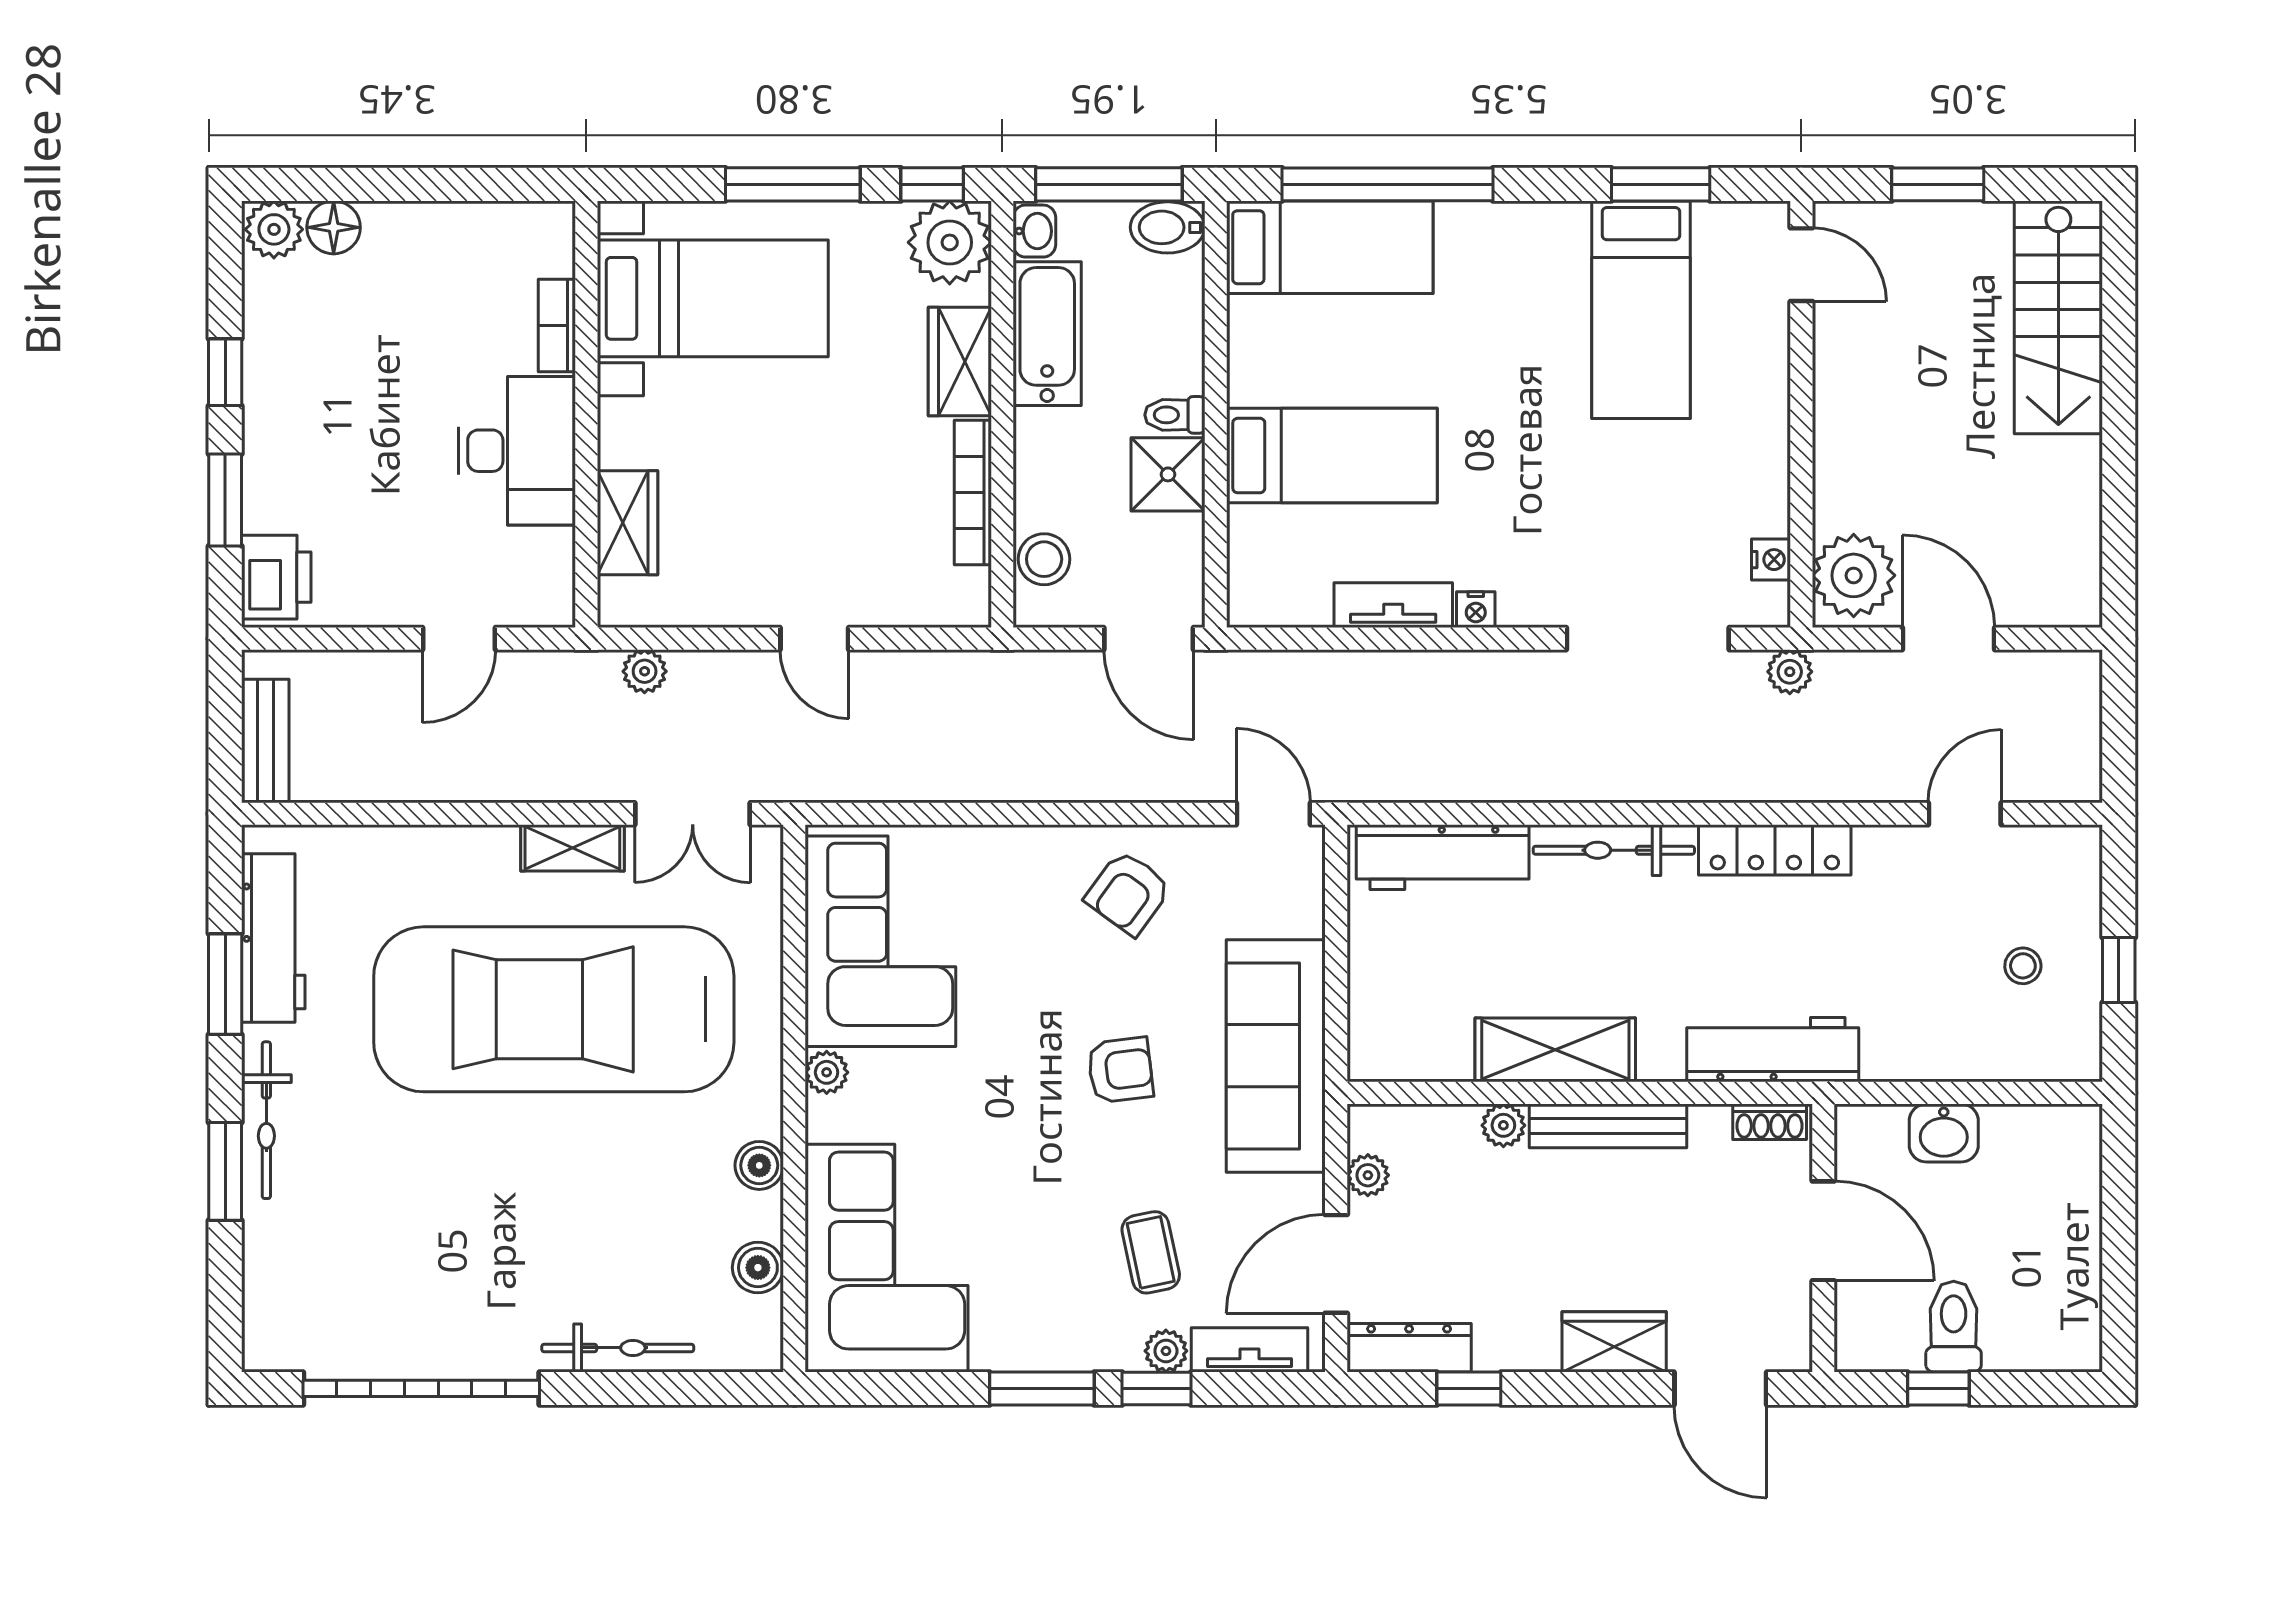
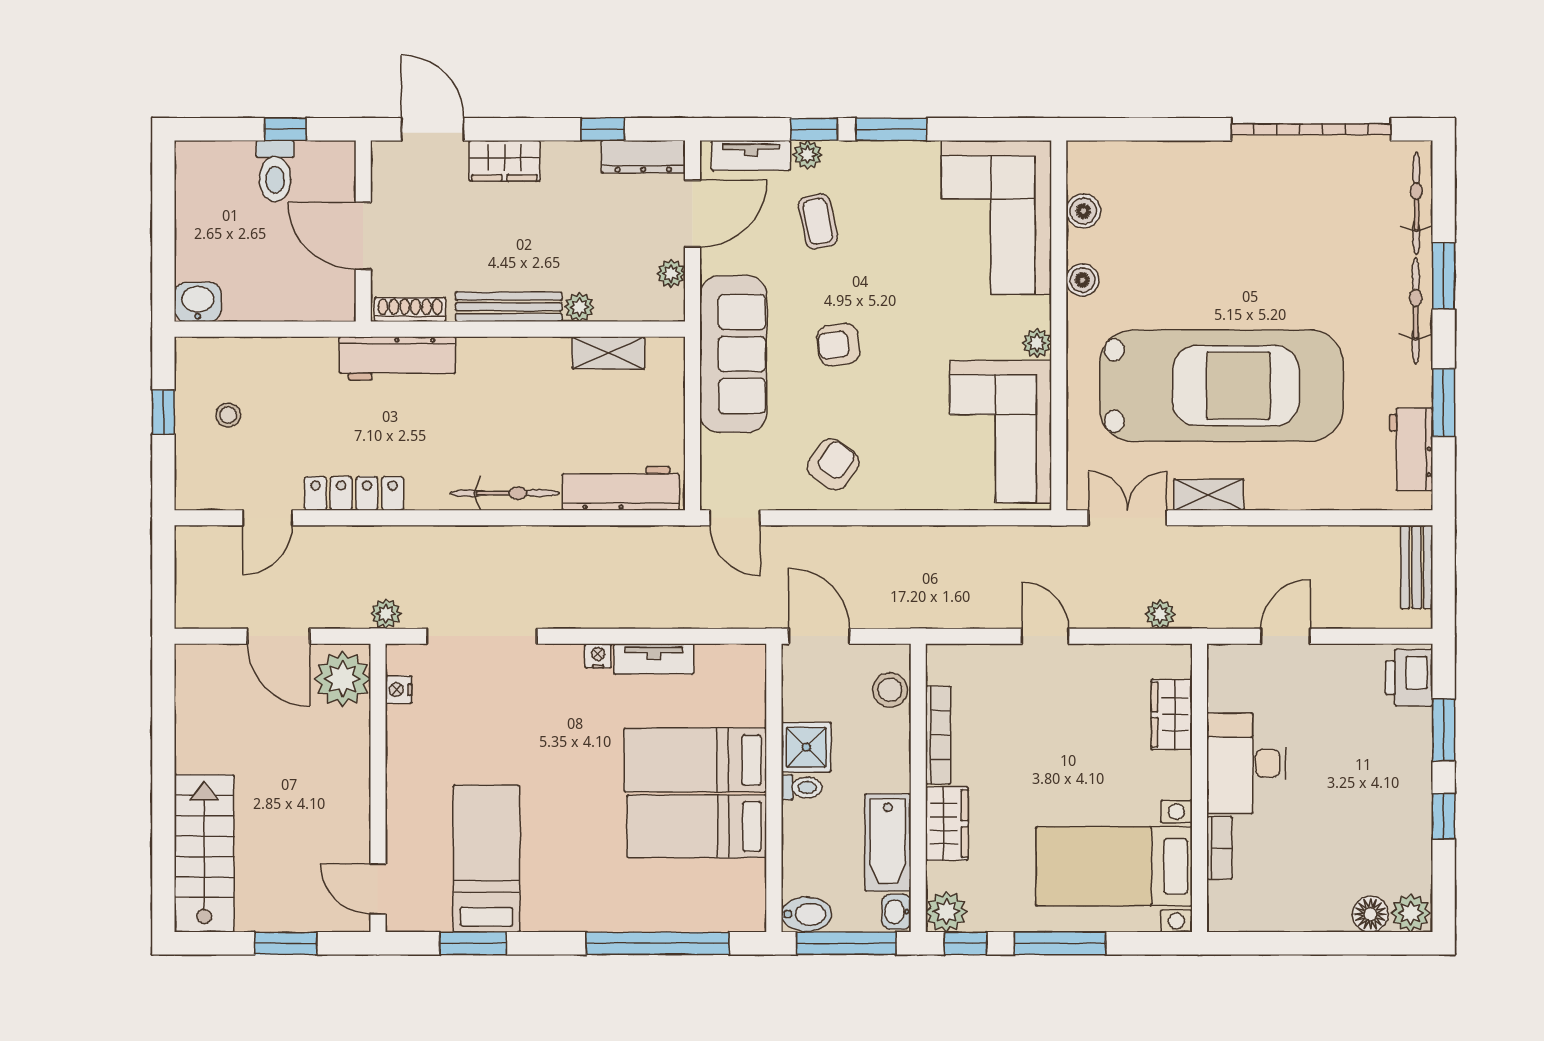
plant: (950, 242) -> (946, 912), width x0.73, depth x0.73
bed: (1330, 247) -> (697, 826), moved
locker: (1775, 850) -> (354, 493), moved
workbench: (273, 938) -> (1411, 449), width x0.73
shelving: (1555, 1050) -> (608, 353), moved, width x0.67, depth x0.75
shoe rack: (1770, 1122) -> (410, 310), width x1.43
washbasin: (1944, 1133) -> (198, 302), moved
bicycle: (618, 1348) -> (1416, 203), moved, turned 90

